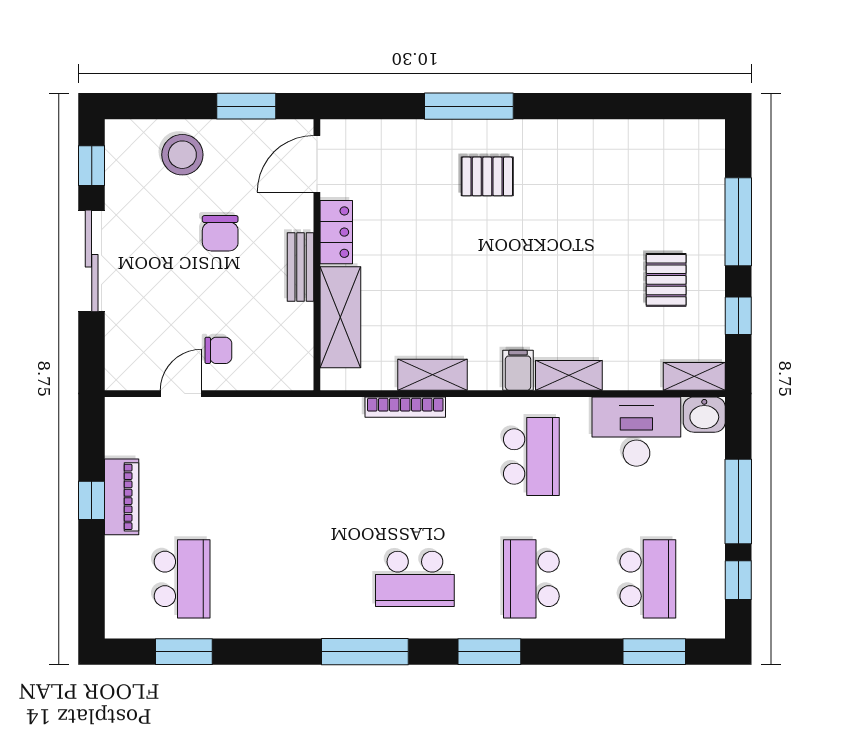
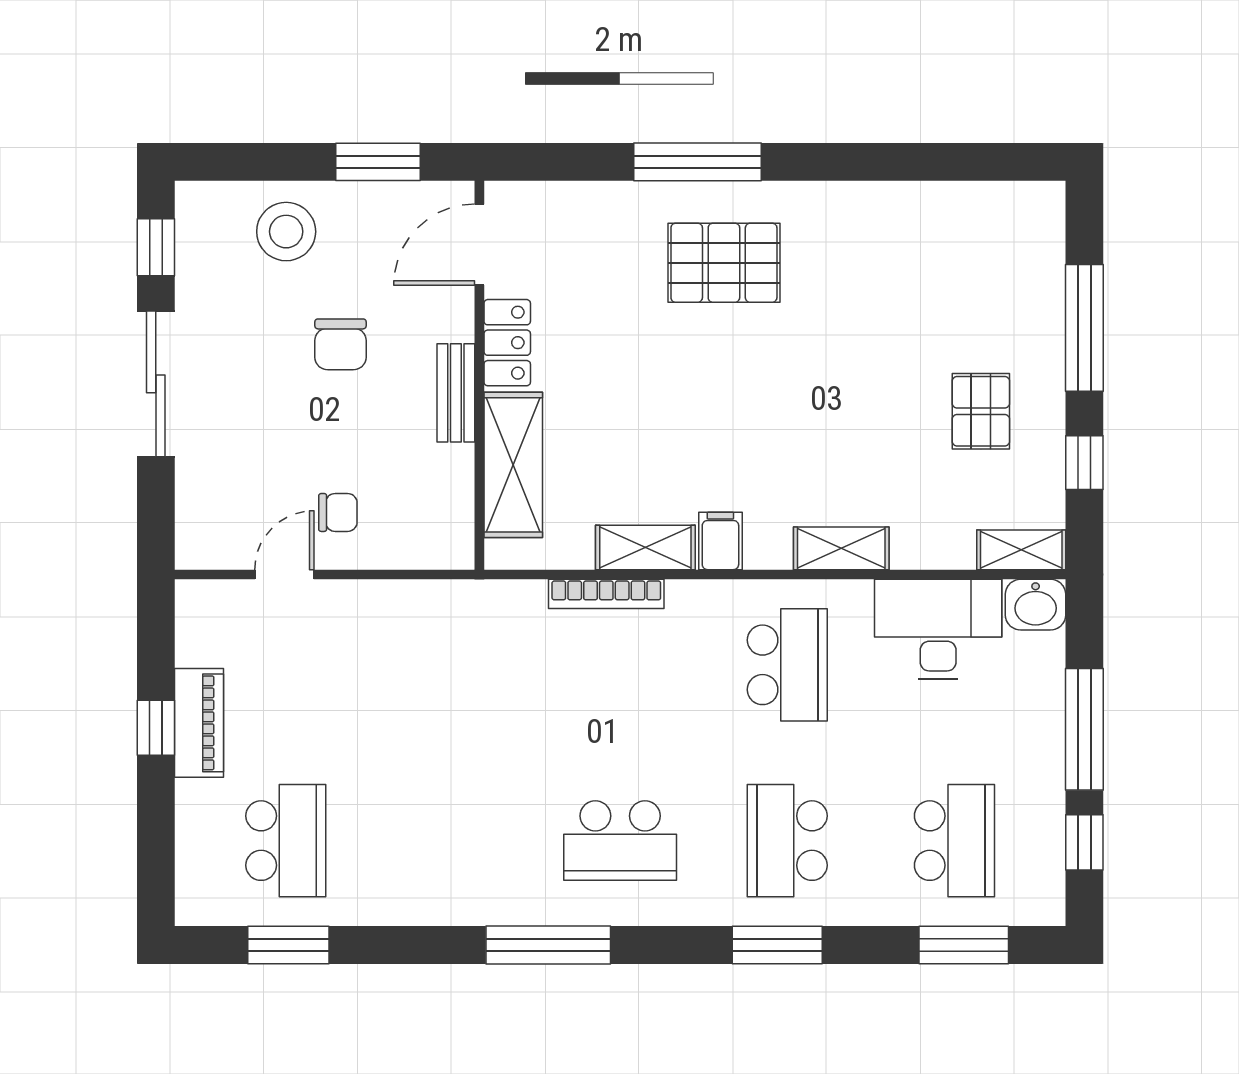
pallet: (487, 176) -> (724, 263), width x1.50, depth x1.42
filing cabinet: (518, 370) -> (720, 541), moved
window: (489, 652) -> (777, 945), moved

